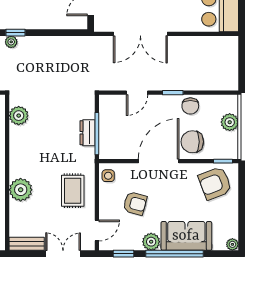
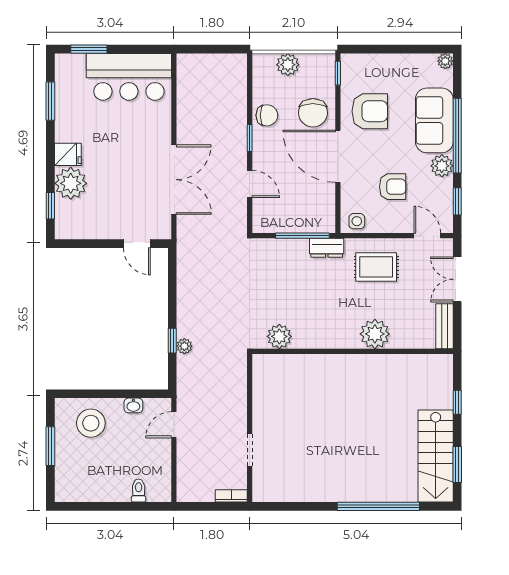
dresser: (88, 133) -> (327, 248), moved
armchair: (215, 183) -> (370, 111), moved, turned -69
armchair: (135, 203) -> (393, 187), turned 75

